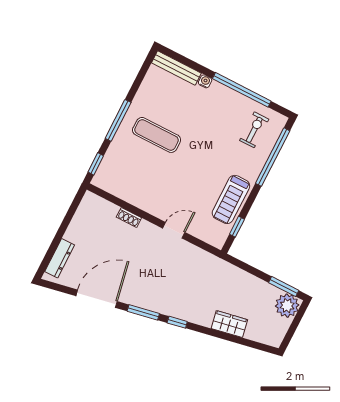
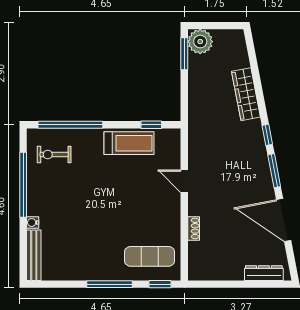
exercise mat: (157, 135) -> (150, 256), moved, turned 90
wardrobe: (229, 324) -> (246, 94), width x1.50

